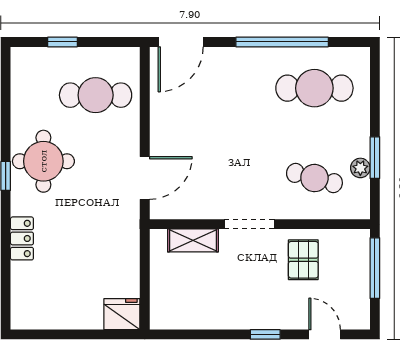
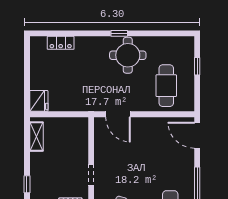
doorway: (250, 224) -> (91, 175), width x0.73
locker: (22, 238) -> (61, 43), moved
shelving: (193, 240) -> (36, 137), moved

